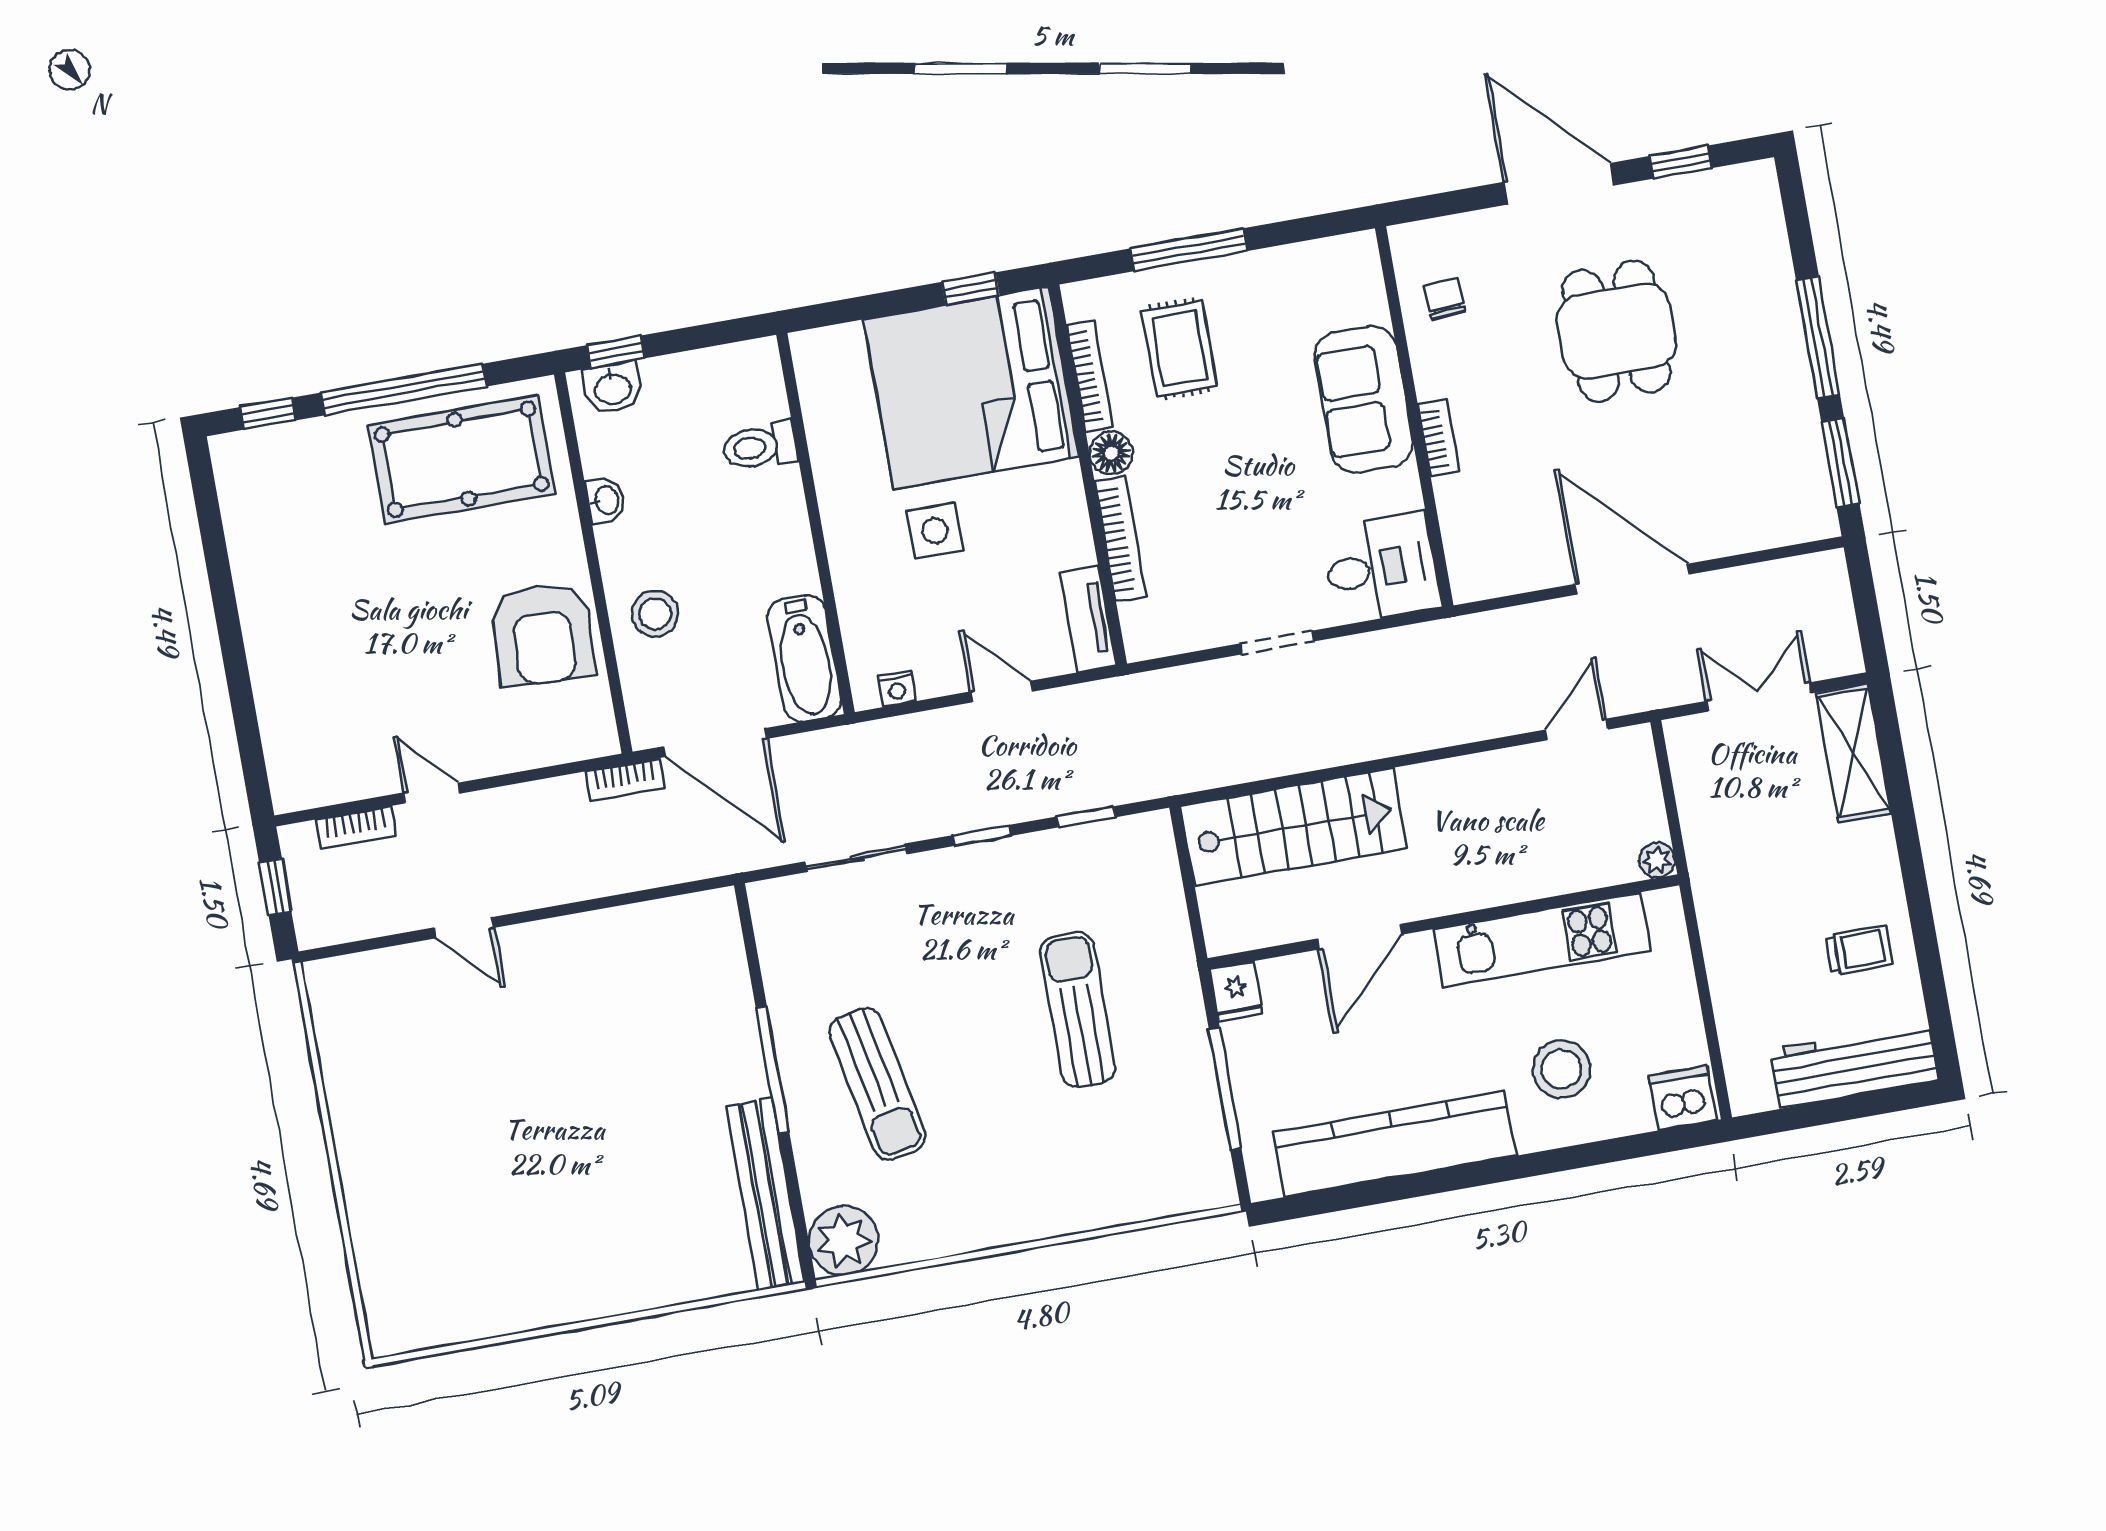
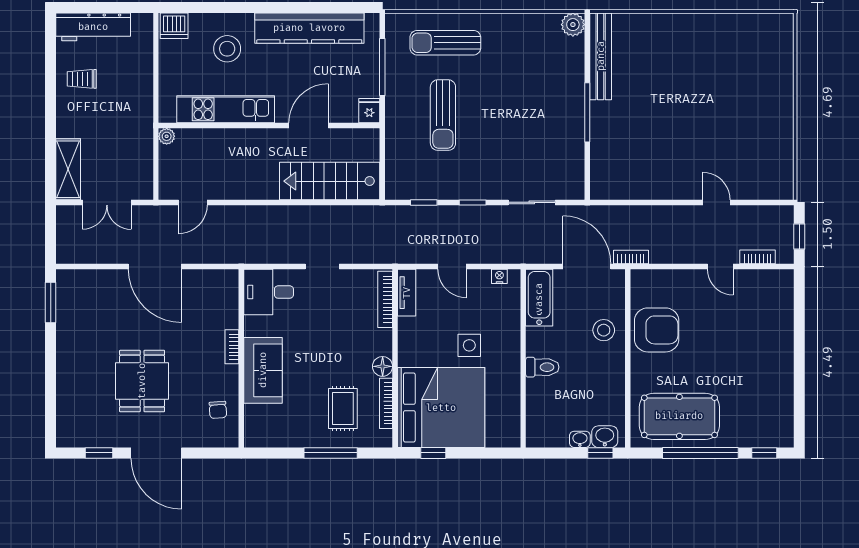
window: (1818, 337) -> (51, 362), removed
toilet: (760, 446) -> (542, 367), moved
washbasin: (606, 500) -> (580, 439), moved, turned 90
bookcase: (1121, 539) -> (385, 299), moved
armchair: (543, 634) -> (657, 330), turned 87
sun lounger: (877, 1084) -> (445, 43), moved, turned -79
plant: (844, 1241) -> (573, 25), width x0.73, depth x0.73

